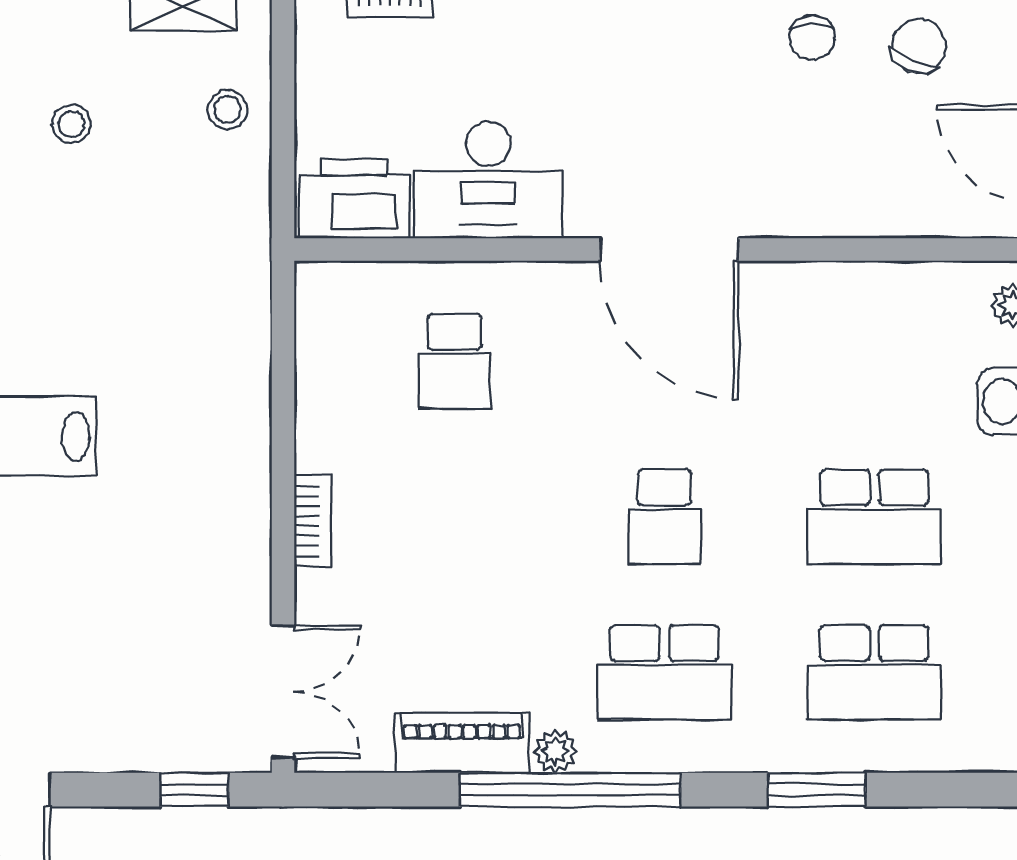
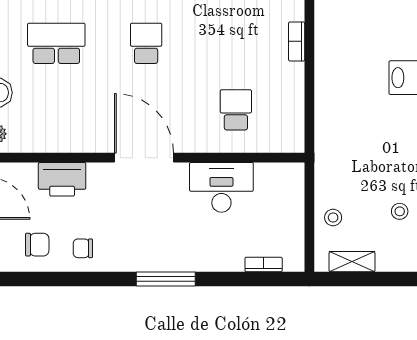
chair: (812, 38) -> (83, 248), turned -89
chair: (919, 46) -> (37, 245), turned -113
printer: (354, 199) -> (62, 179), moved

